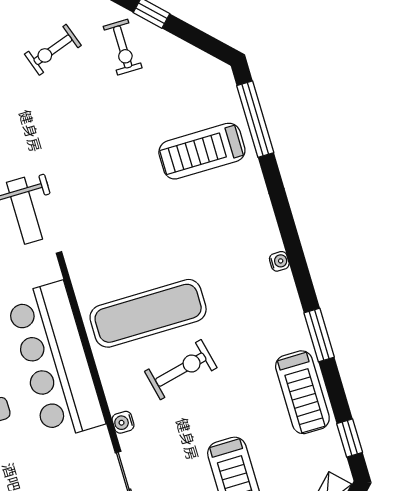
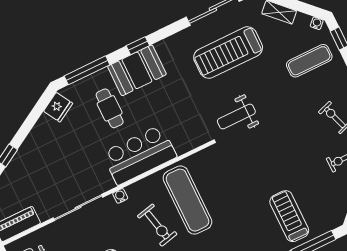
bar counter: (55, 360) -> (139, 155), width x0.73

